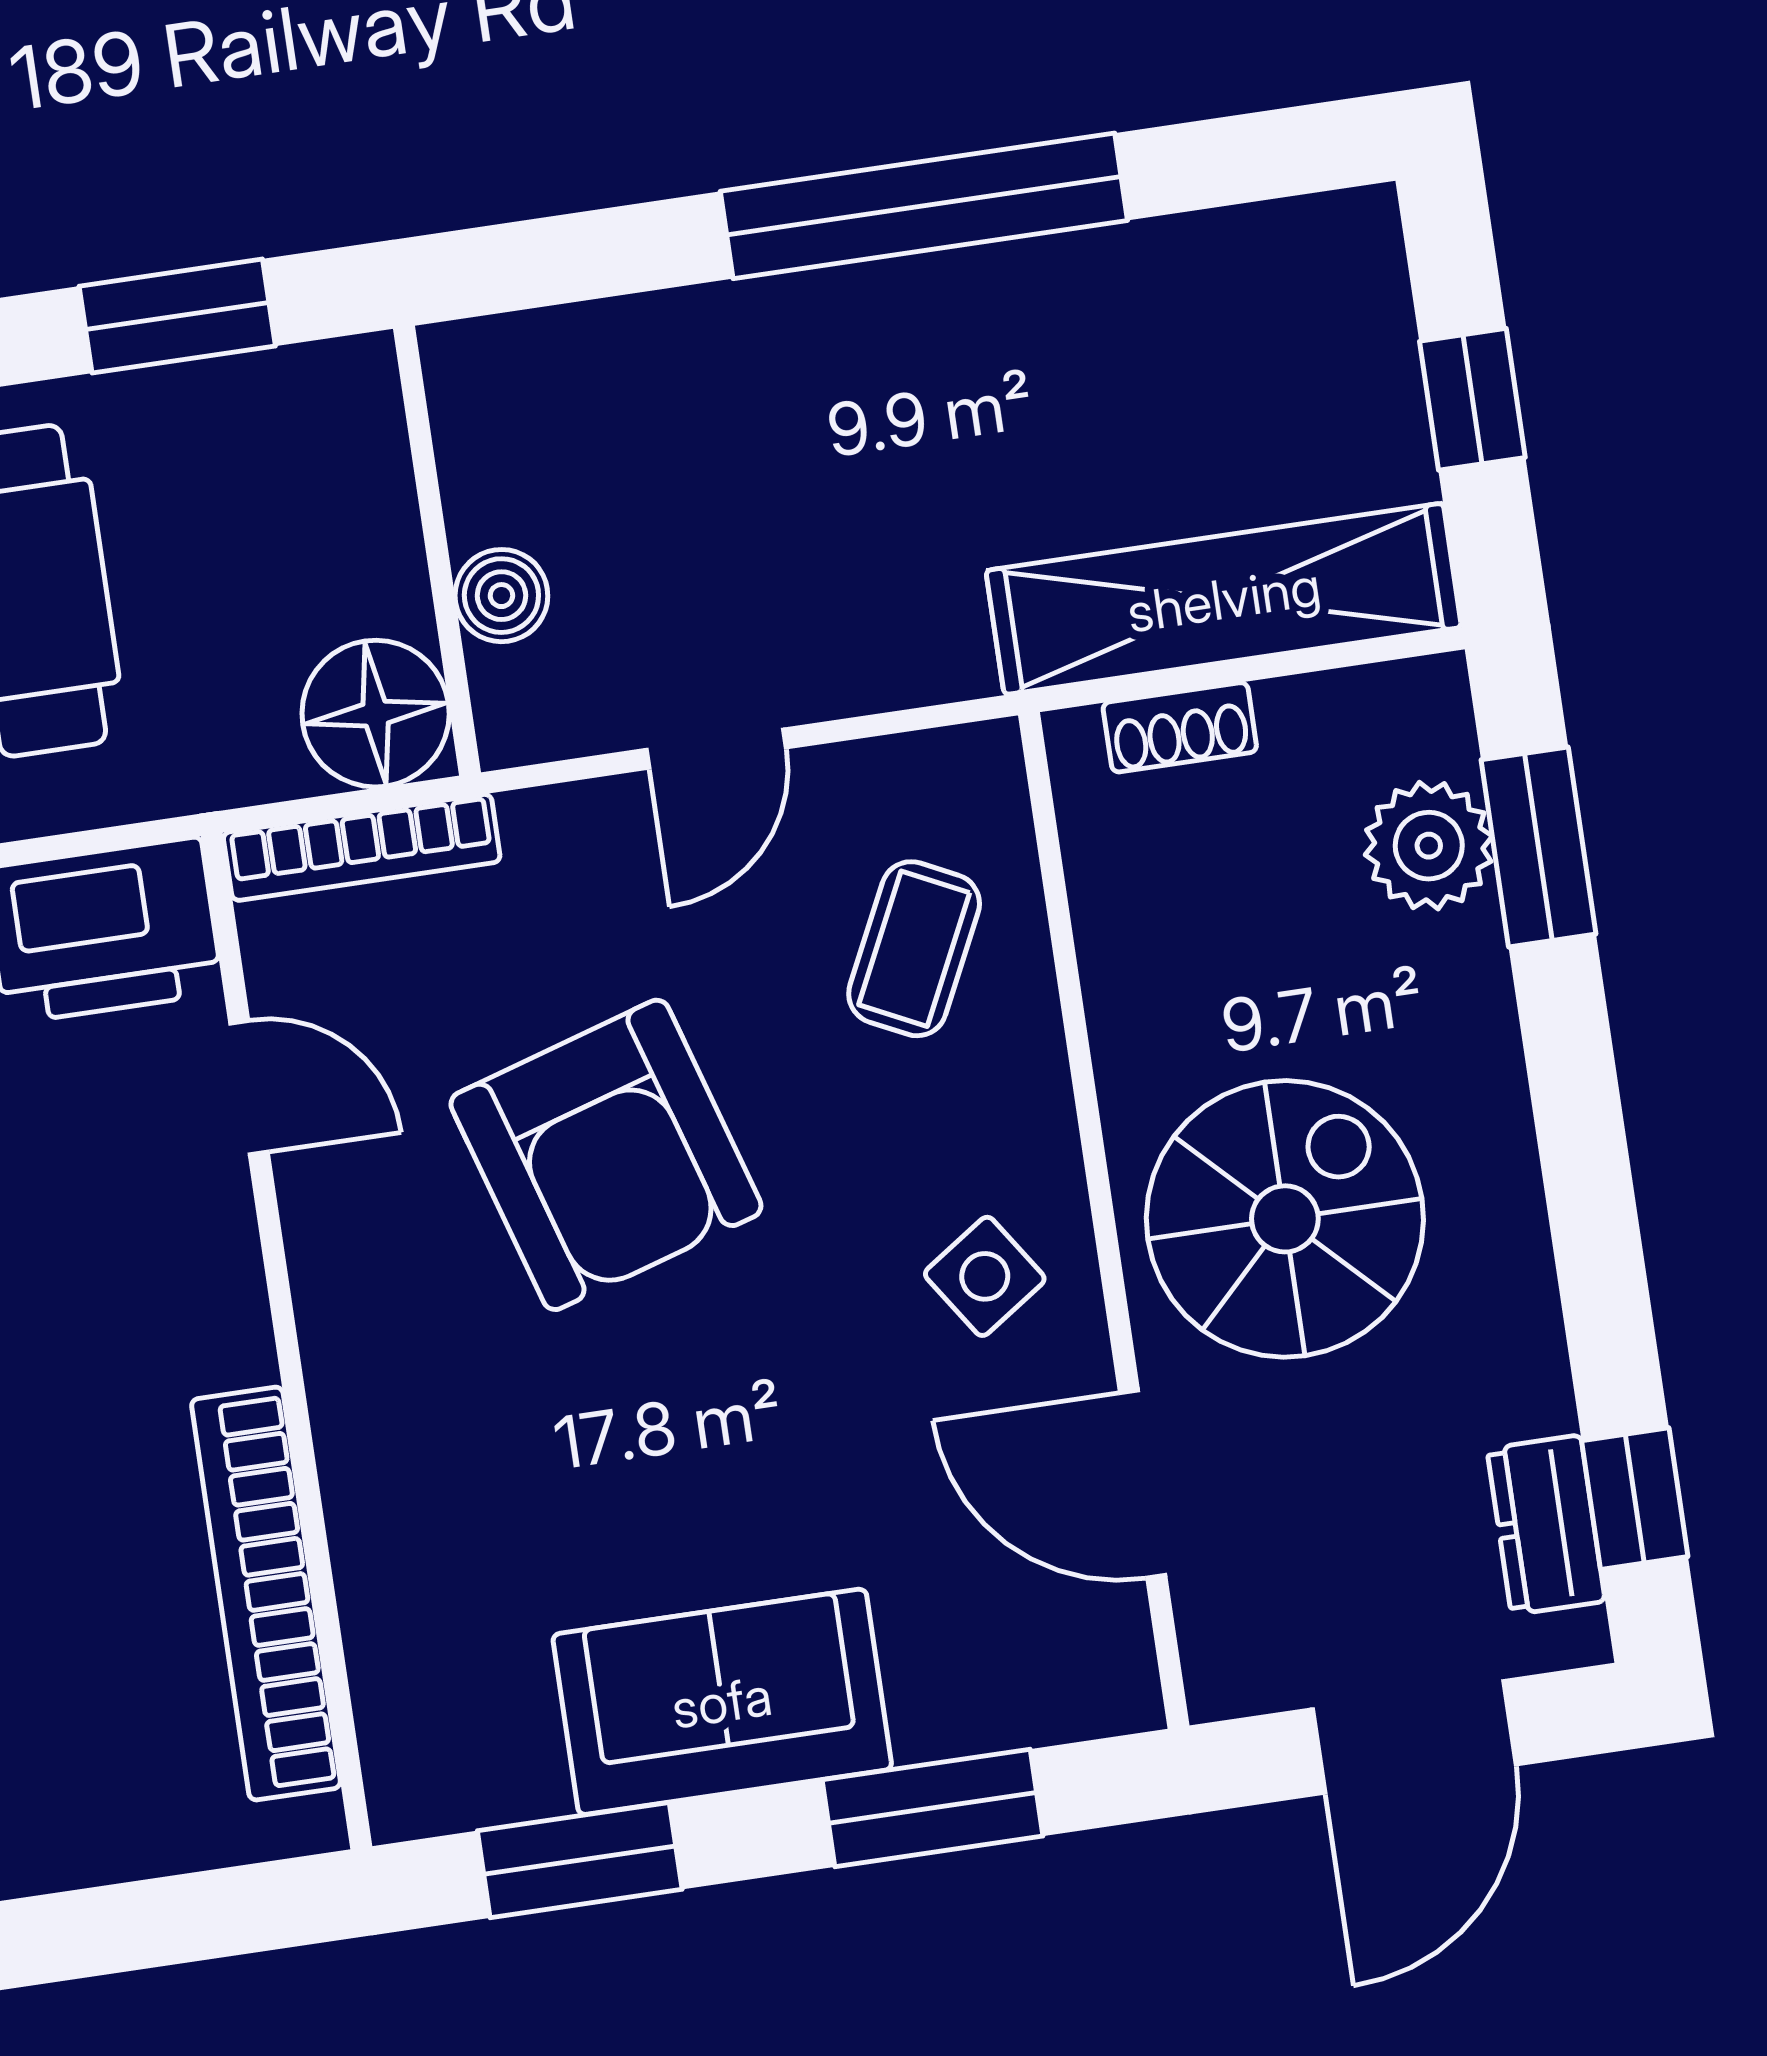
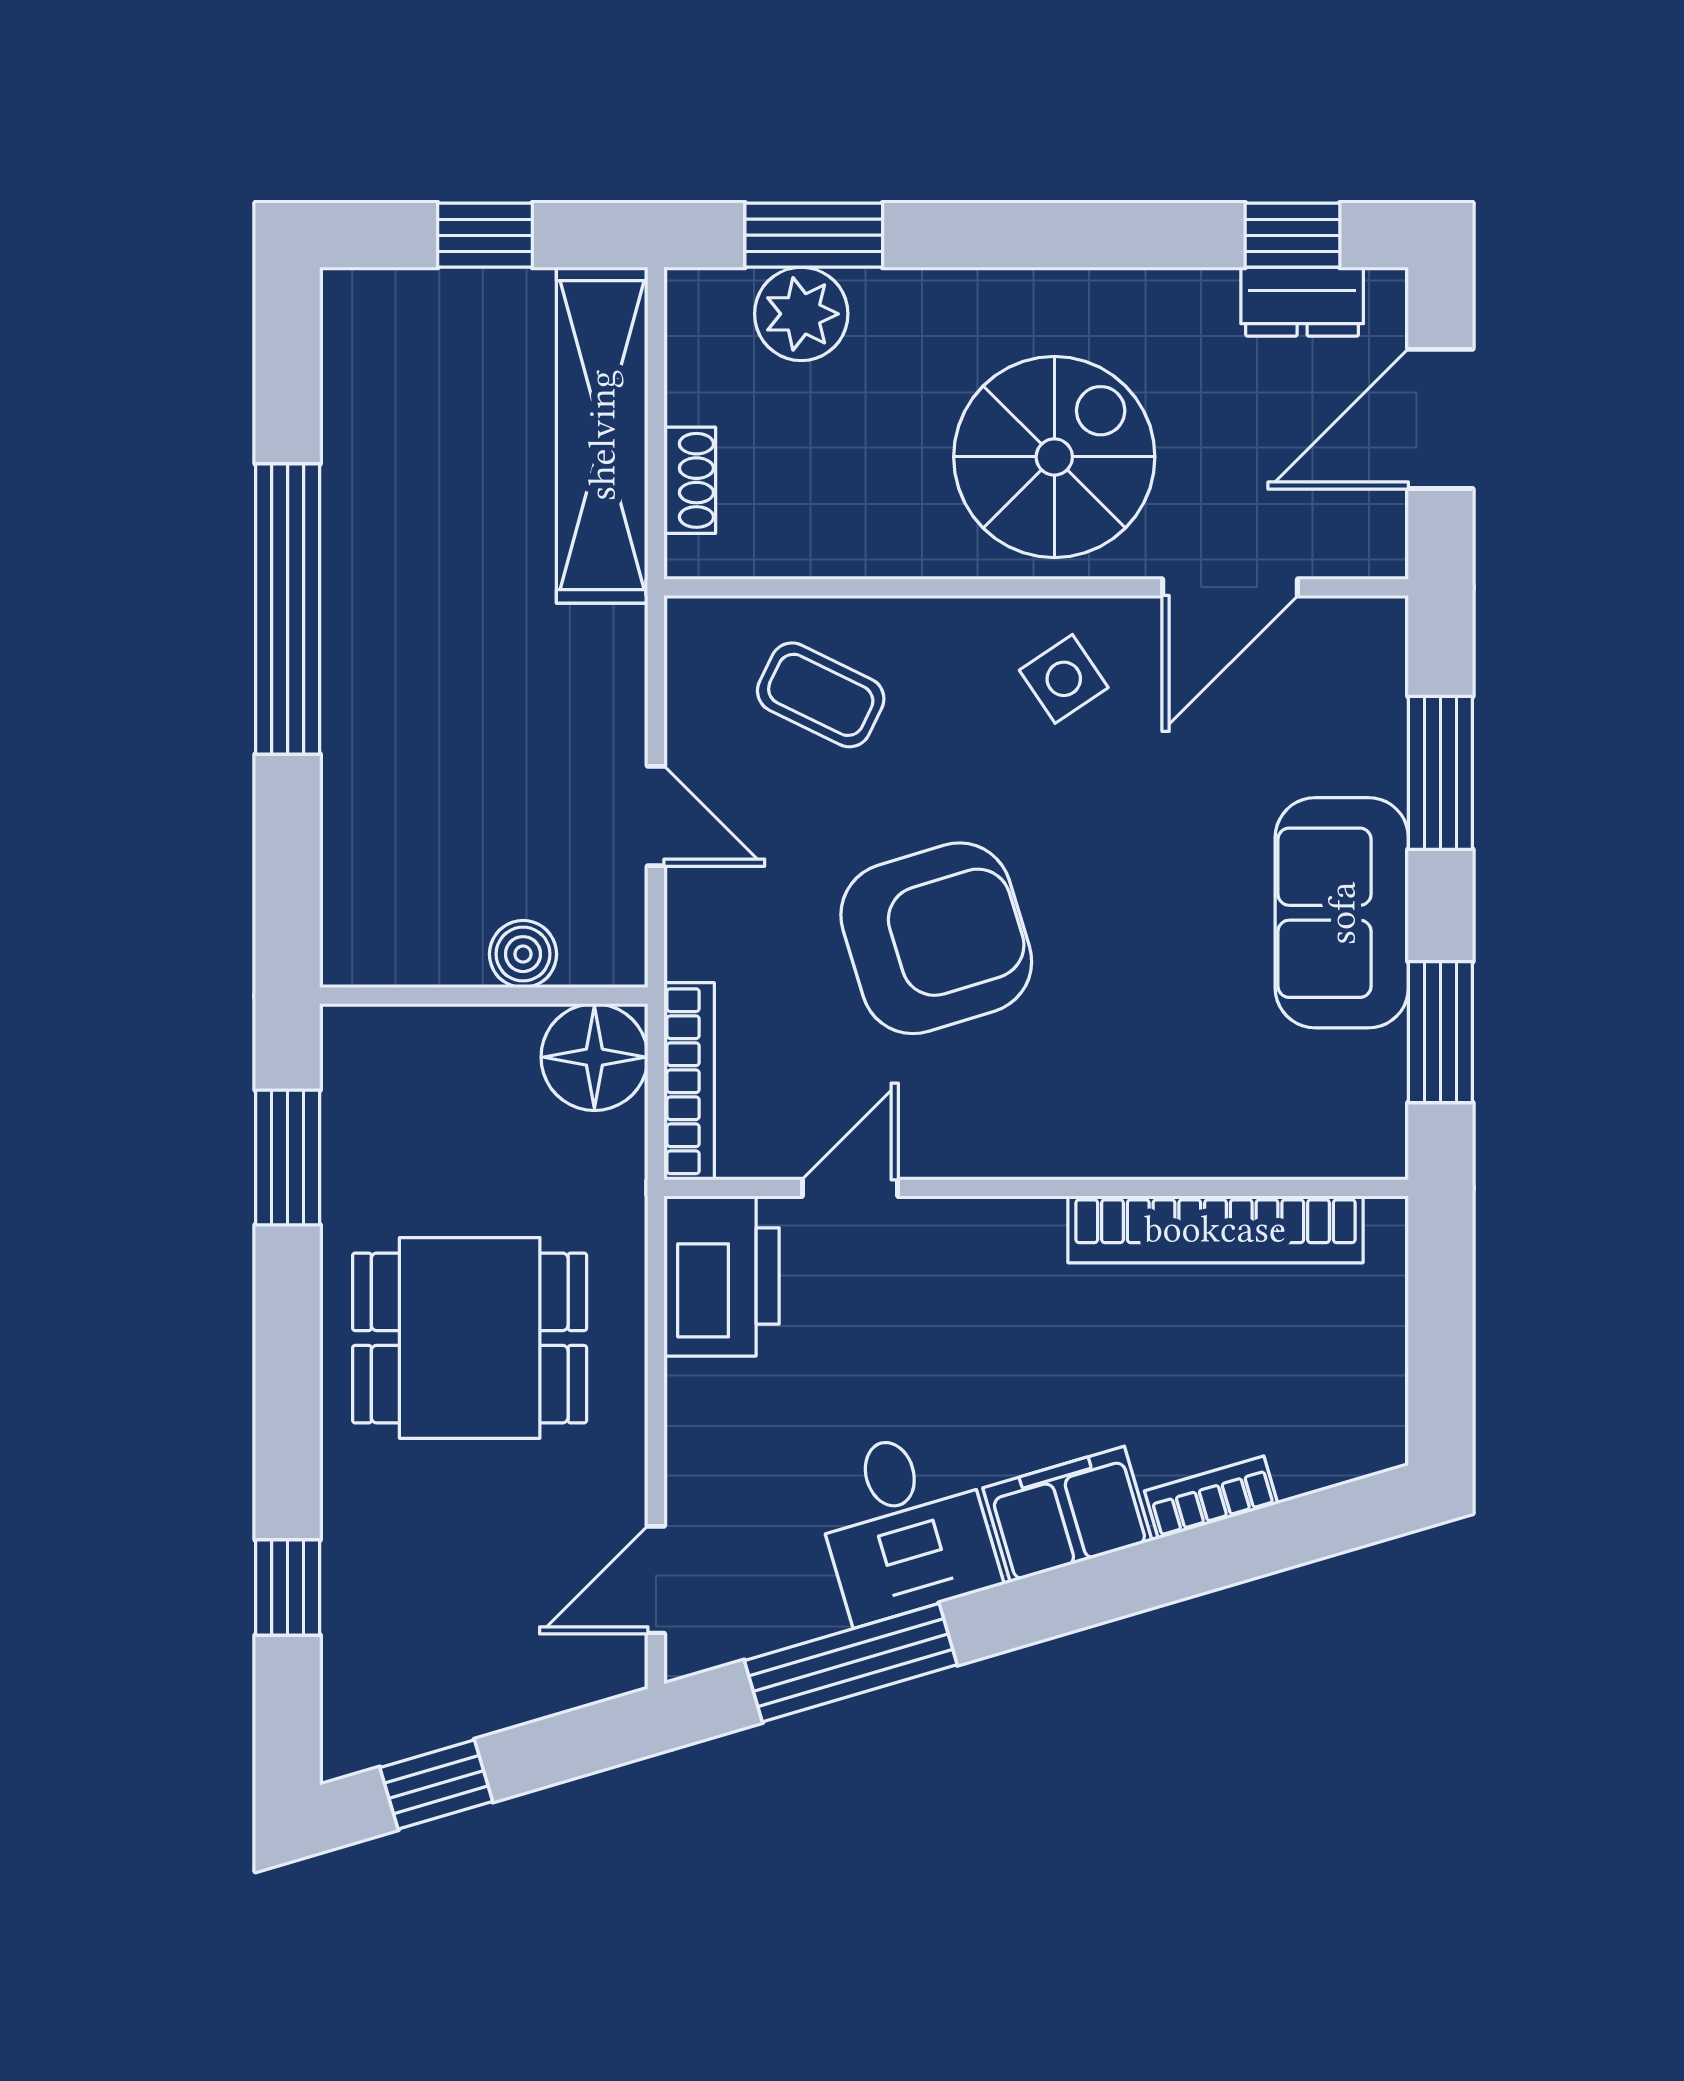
spiral stairs: (1285, 1219) -> (1054, 457), turned 90
door: (1414, 1737) -> (1440, 419), swing flipped

